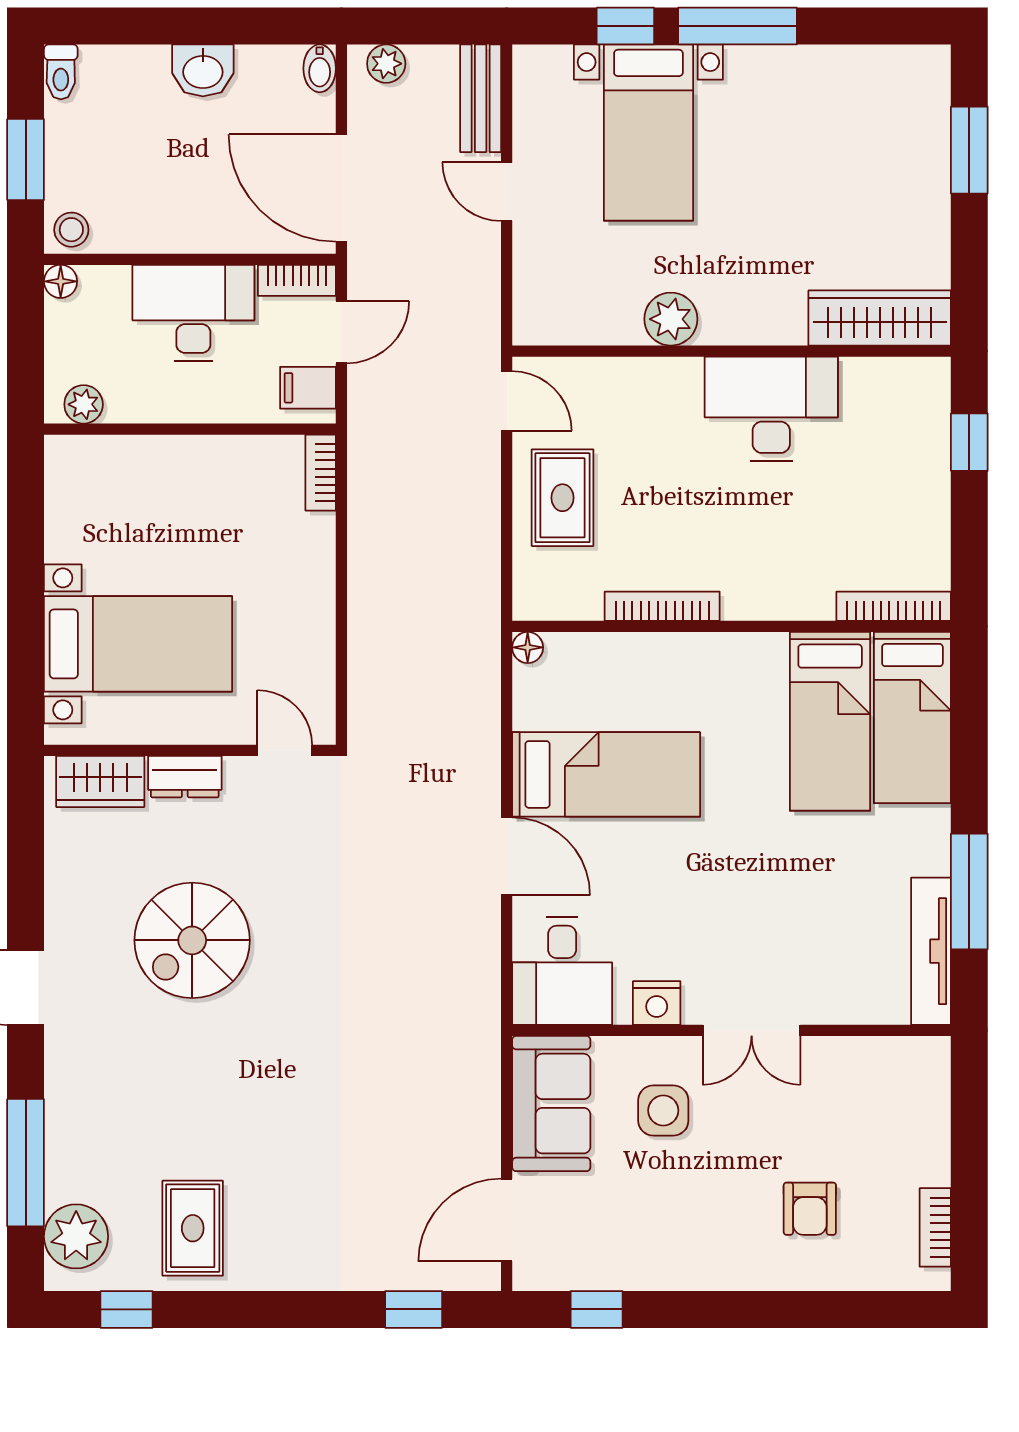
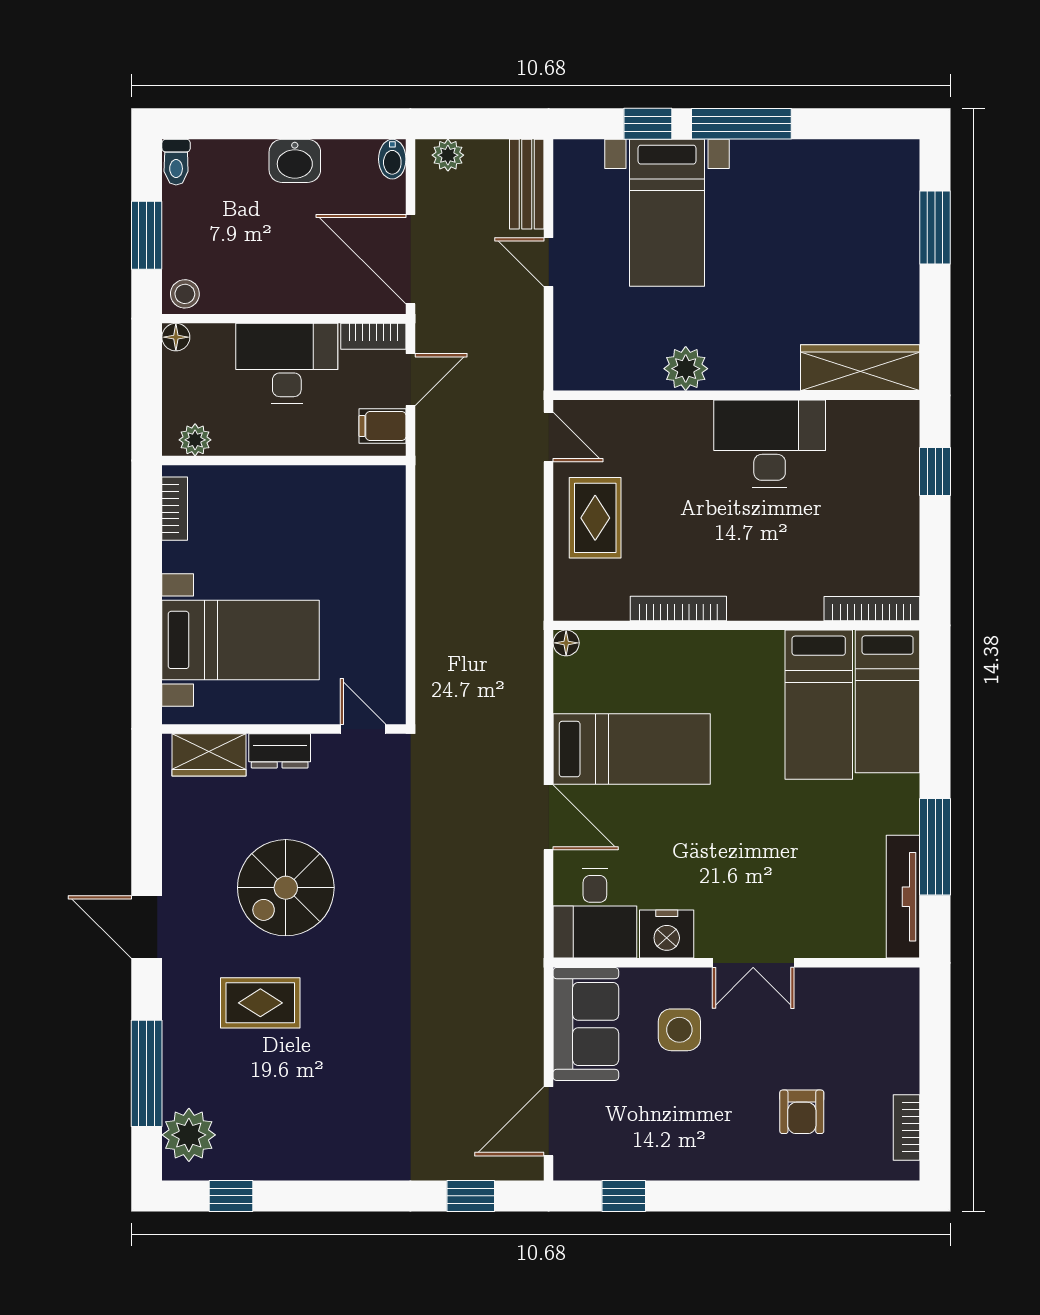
bookcase: (321, 473) -> (175, 509), moved, turned 180
nightstand: (657, 1003) -> (667, 934), width x1.36, depth x1.33
rug: (193, 1228) -> (260, 1003), moved, turned 90

